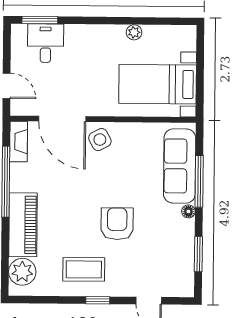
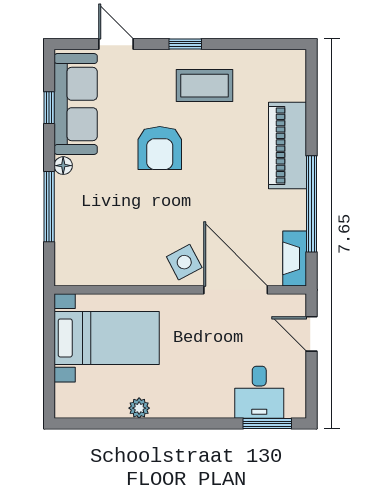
sofa: (180, 166) -> (76, 104), moved
window: (198, 254) -> (49, 108), width x0.67
plant: (22, 272) -> (288, 82), removed

